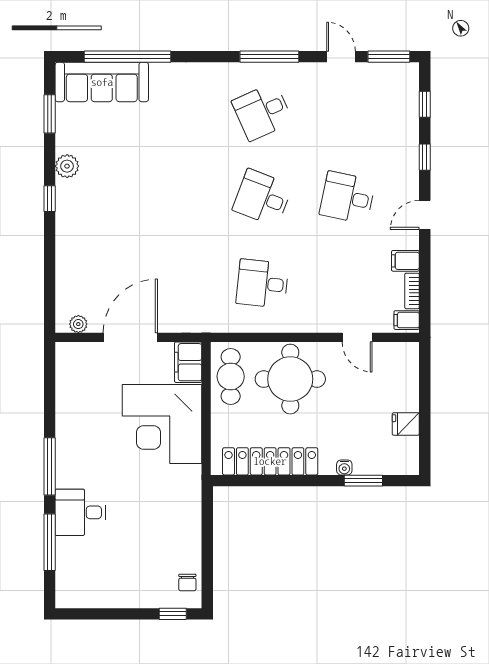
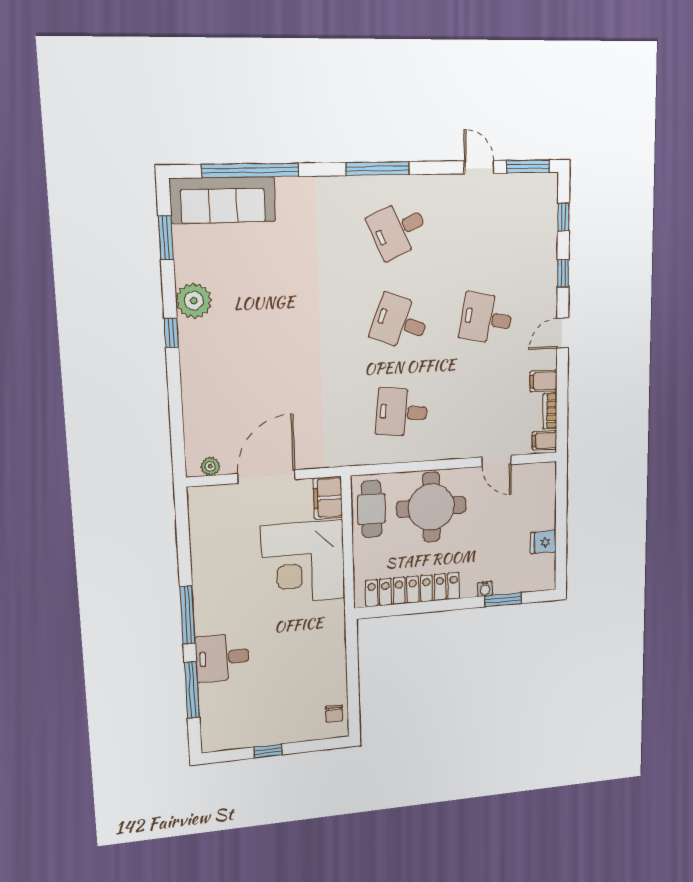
window: (269, 57) -> (378, 169), moved
plant: (67, 166) -> (194, 301), width x1.36, depth x1.36
window: (173, 614) -> (268, 751), moved

